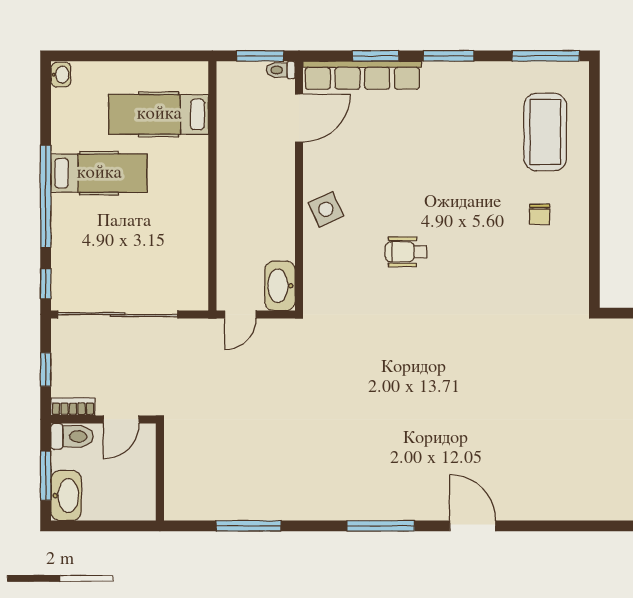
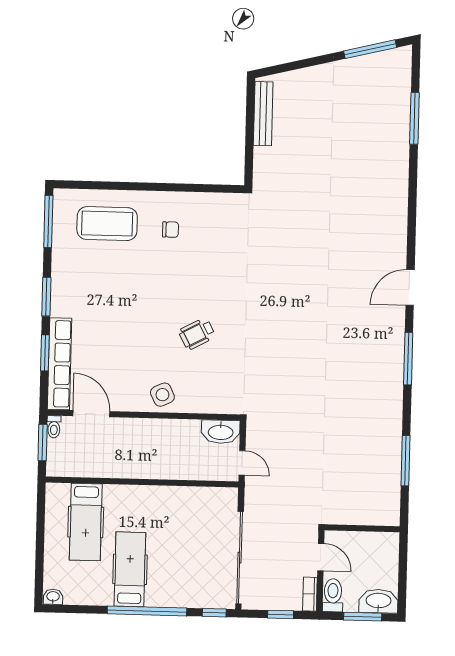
wheelchair: (406, 252) -> (197, 334), turned 62

